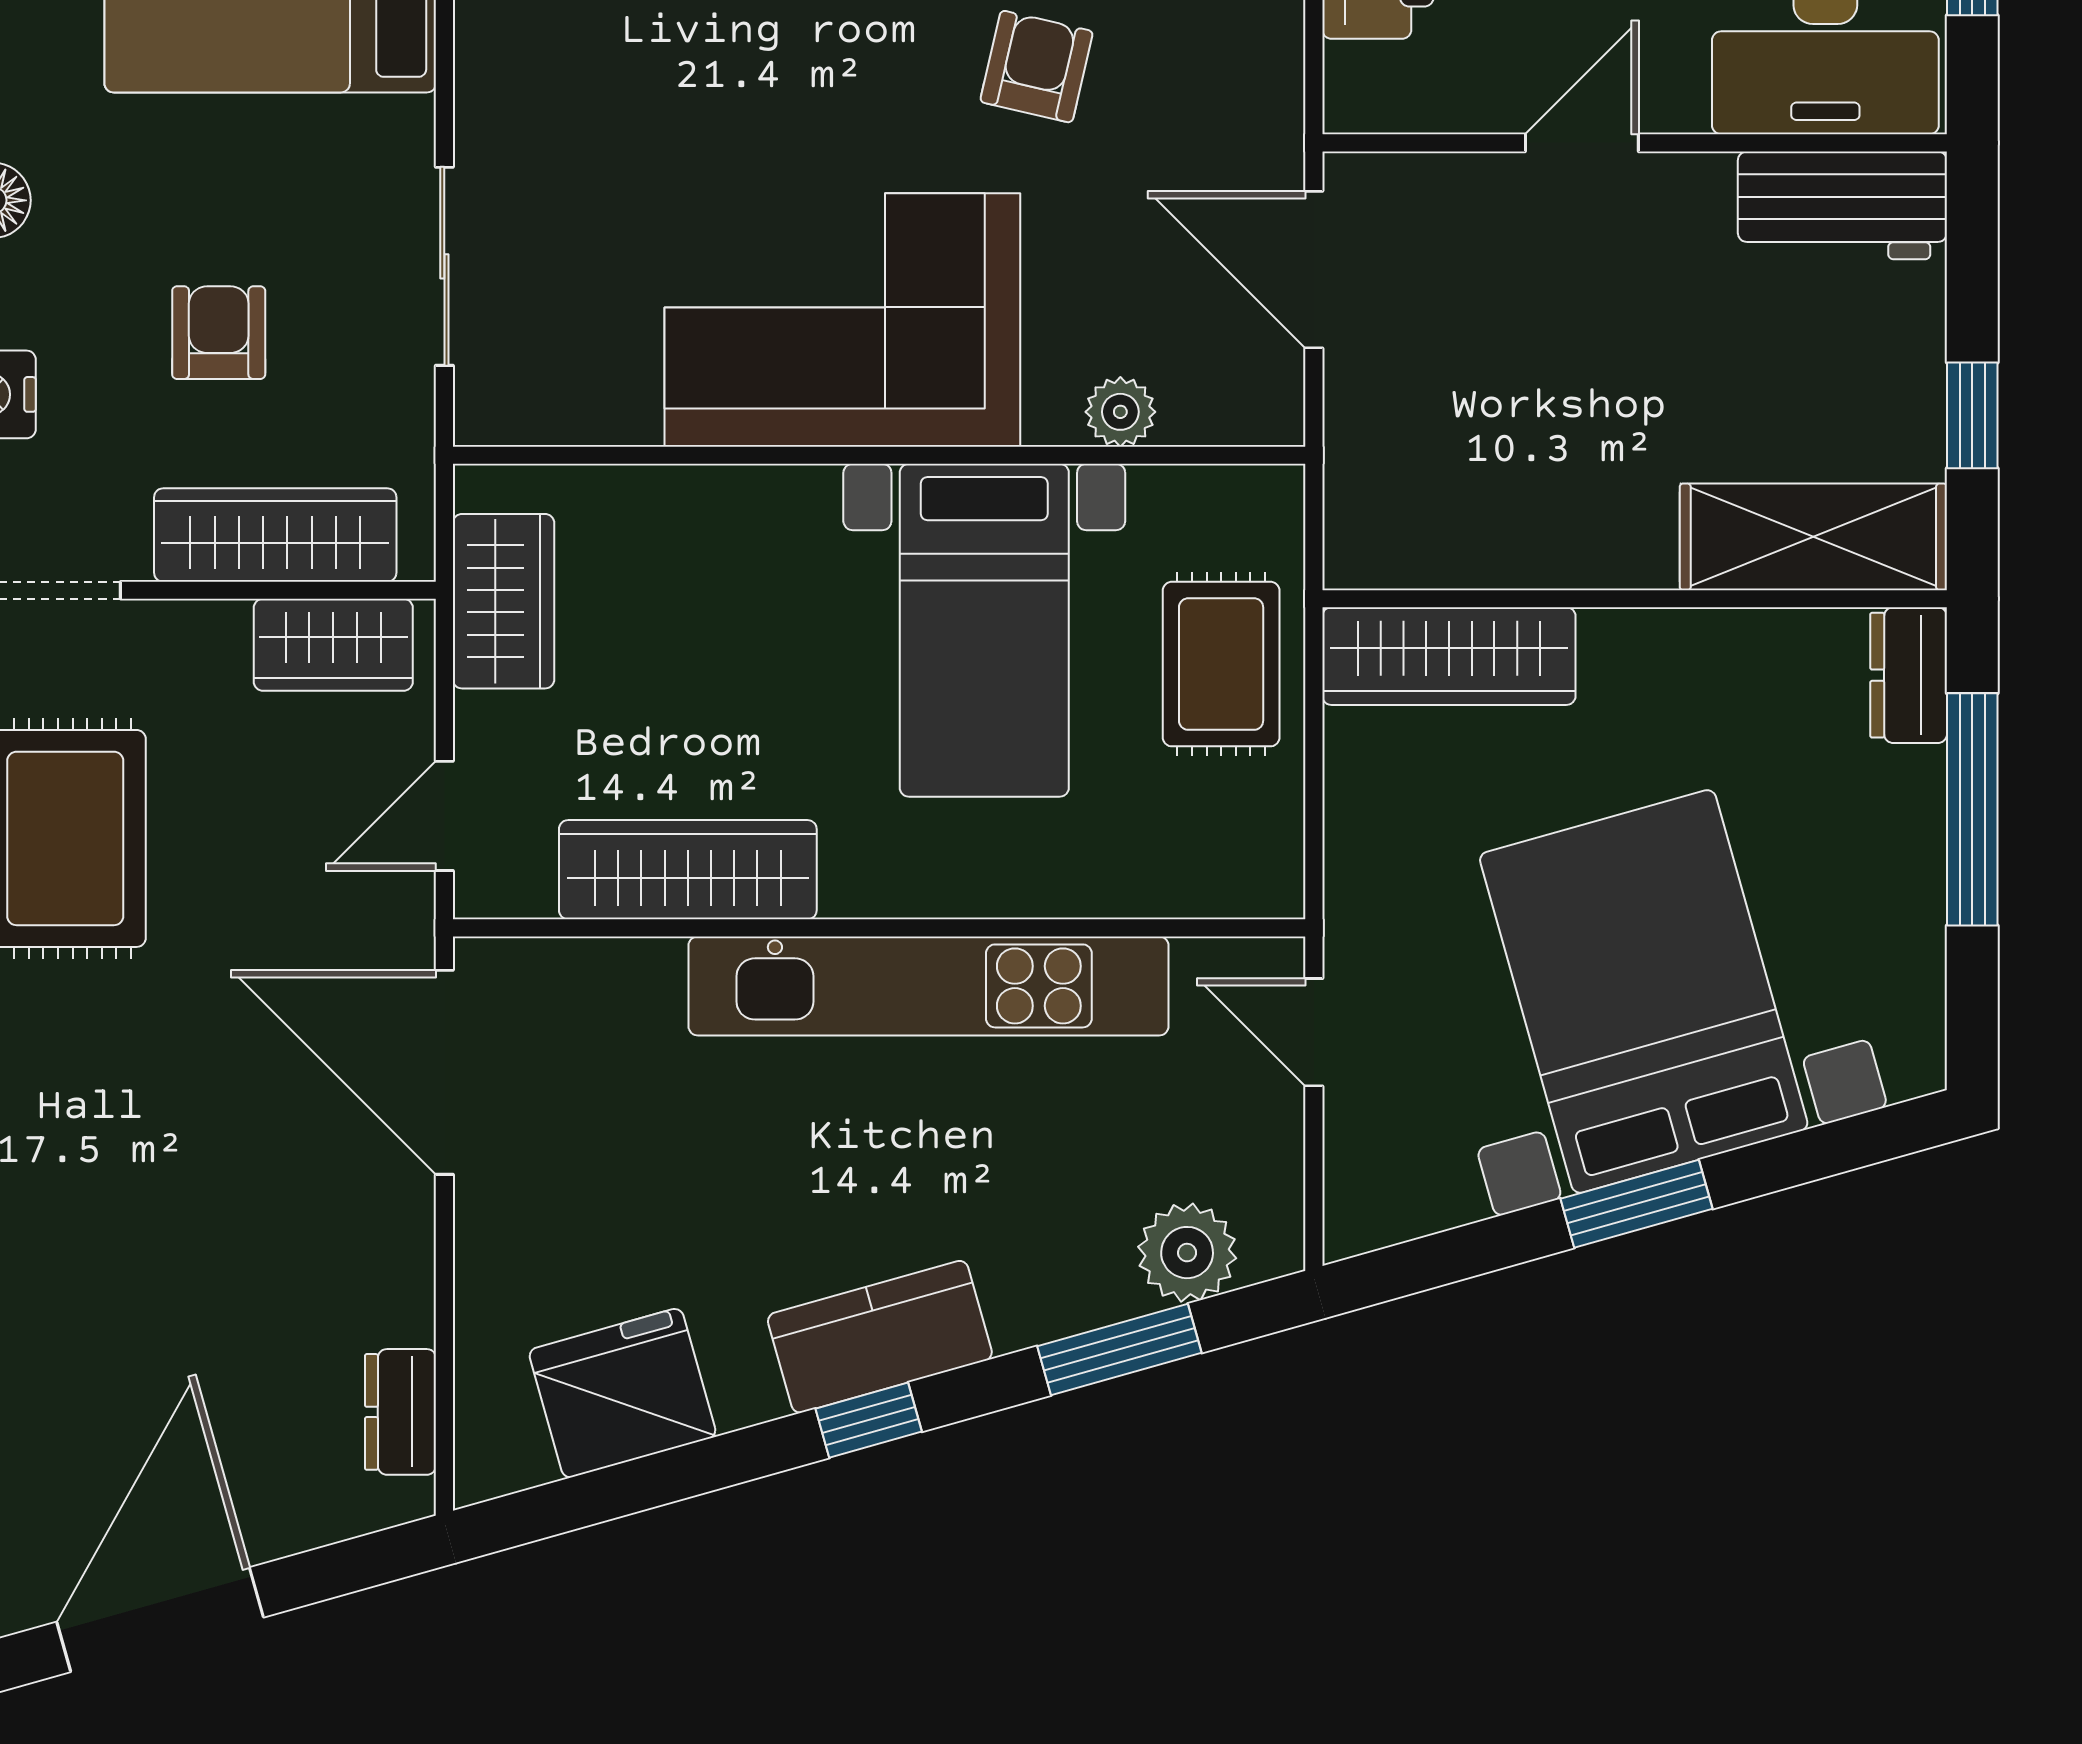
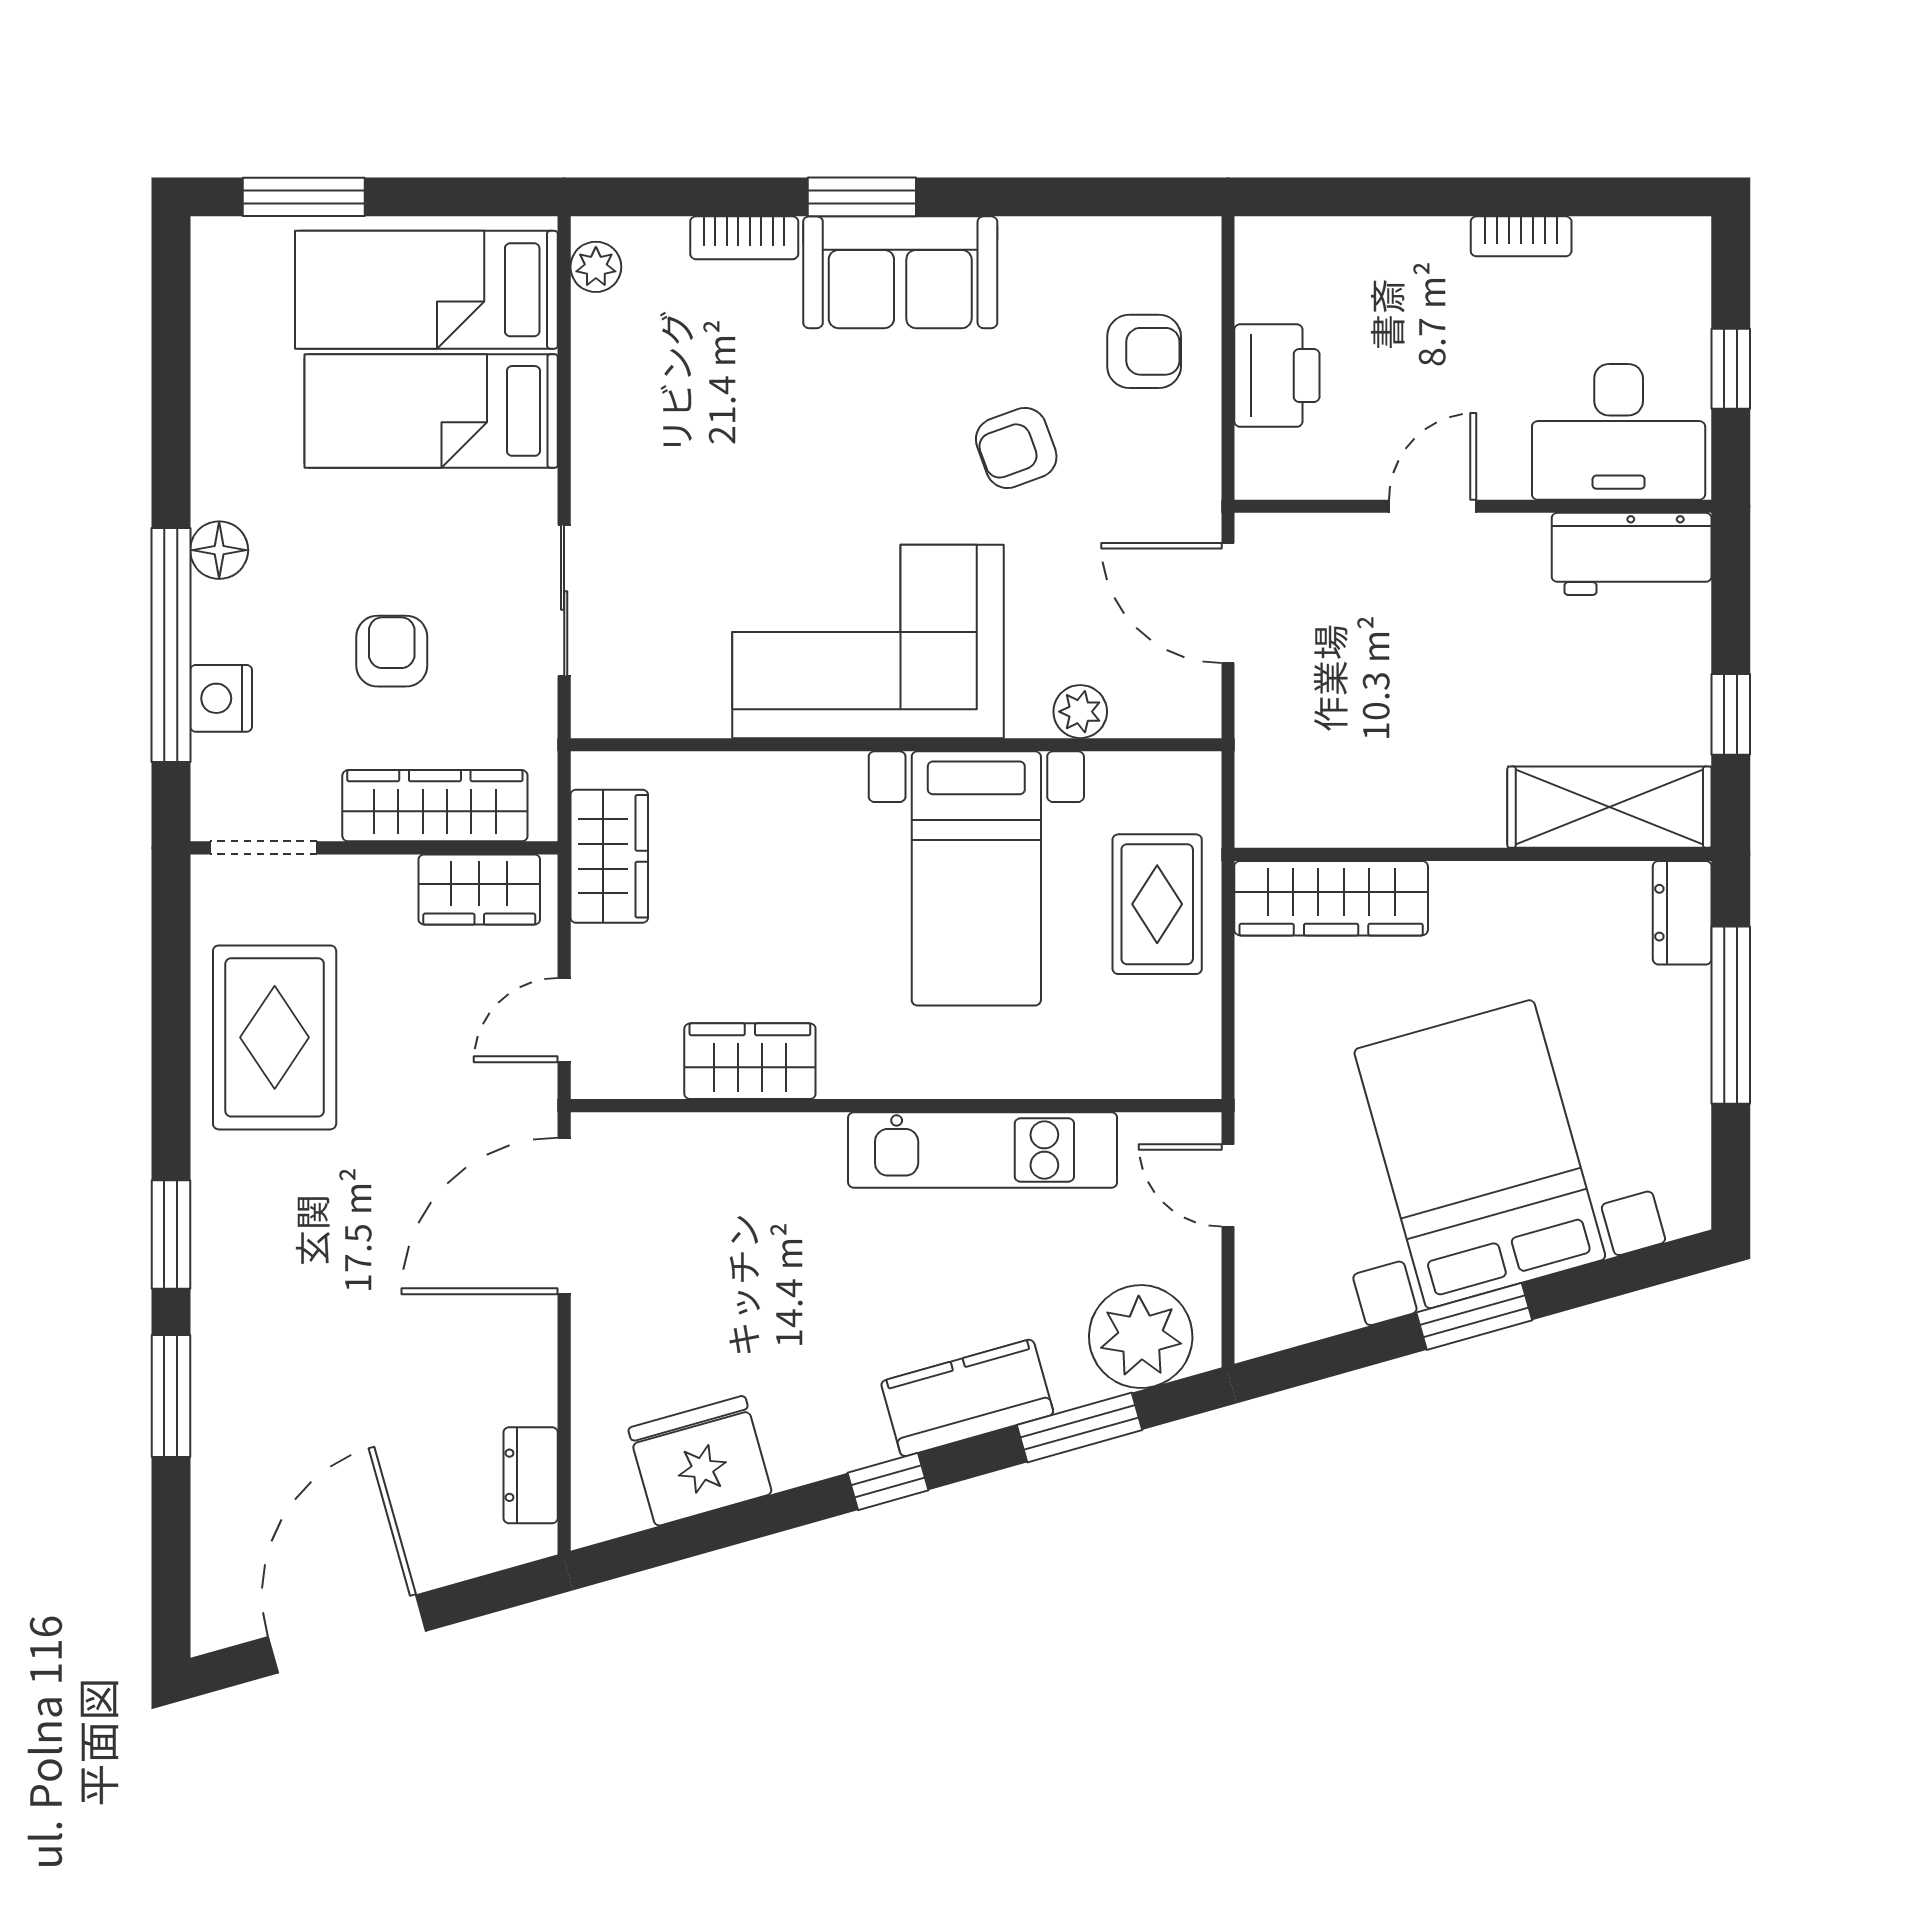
armchair: (1036, 67) -> (1016, 448), turned -123
wardrobe: (688, 870) -> (750, 1061), width x0.67
kitchen unit: (928, 986) -> (983, 1150), width x0.73
door: (444, 1072) -> (564, 1216), hinge flipped
plant: (1187, 1253) -> (1141, 1337), width x1.36, depth x1.36
kitchen counter: (880, 1337) -> (967, 1398), moved

